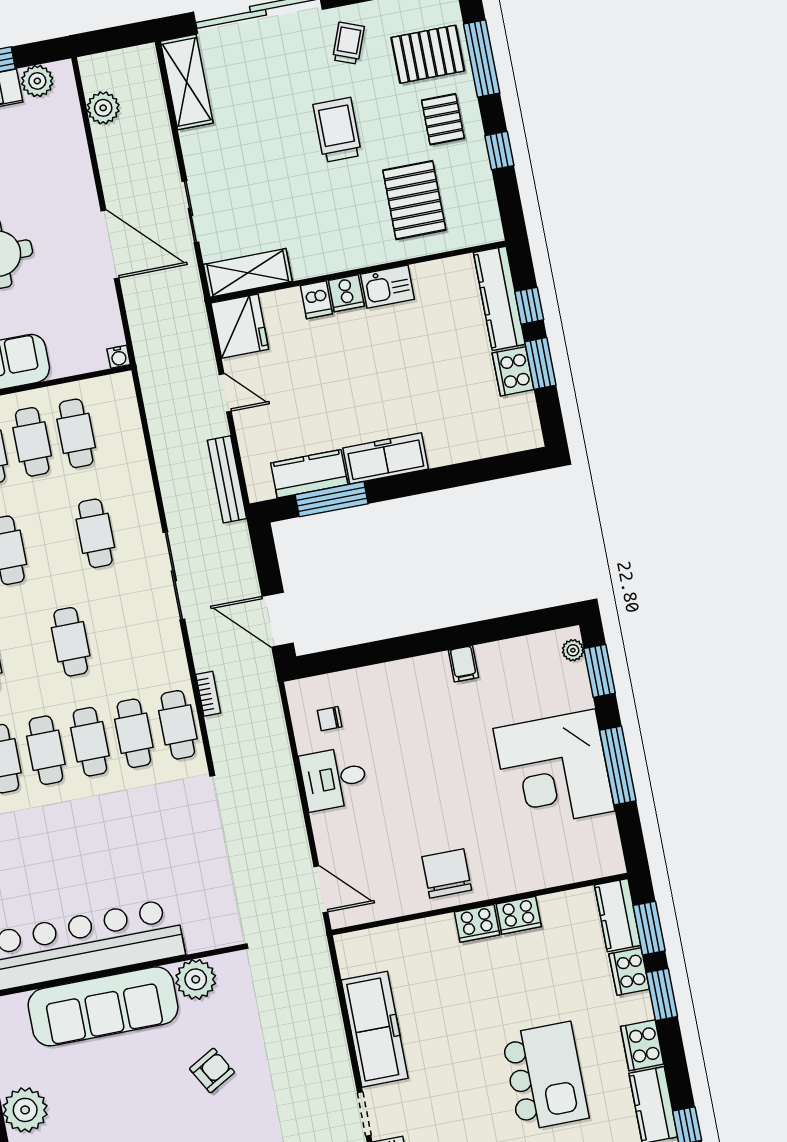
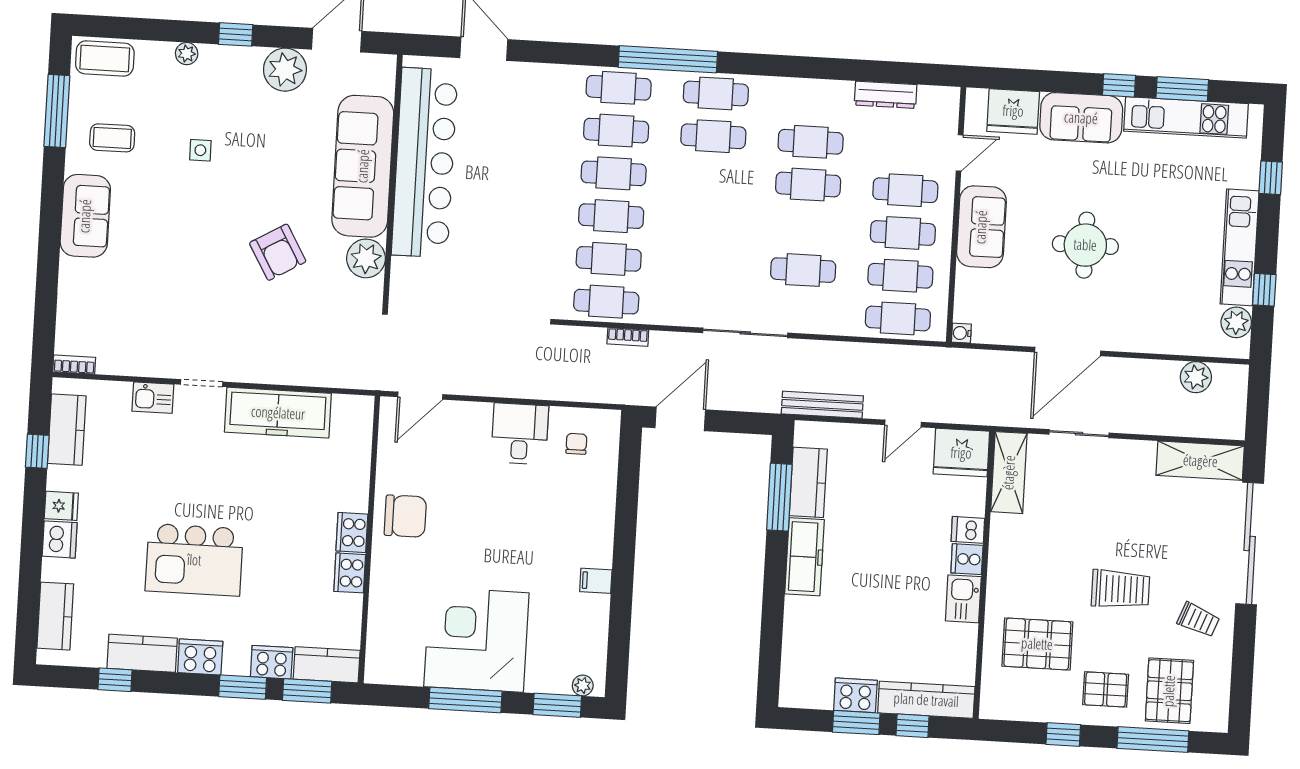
cafe table: (71, 642) -> (898, 318), moved
armchair: (212, 1070) -> (278, 252), width x1.38, depth x1.38

